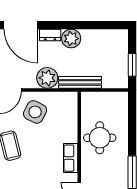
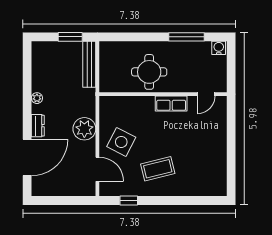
plant: (71, 39) -> (37, 98), width x0.53, depth x0.53
bench: (80, 82) -> (89, 64), moved

